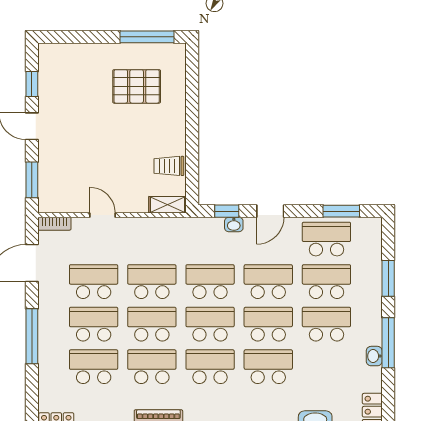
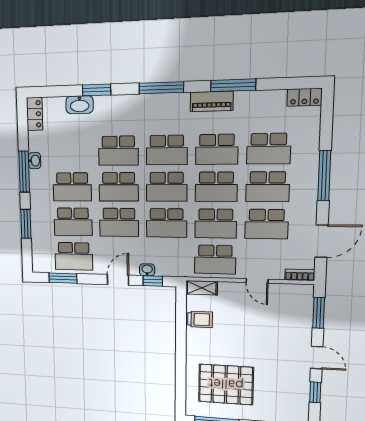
pallet: (137, 86) -> (226, 384), width x1.37, depth x1.41
school desk: (152, 239) -> (215, 260), added

